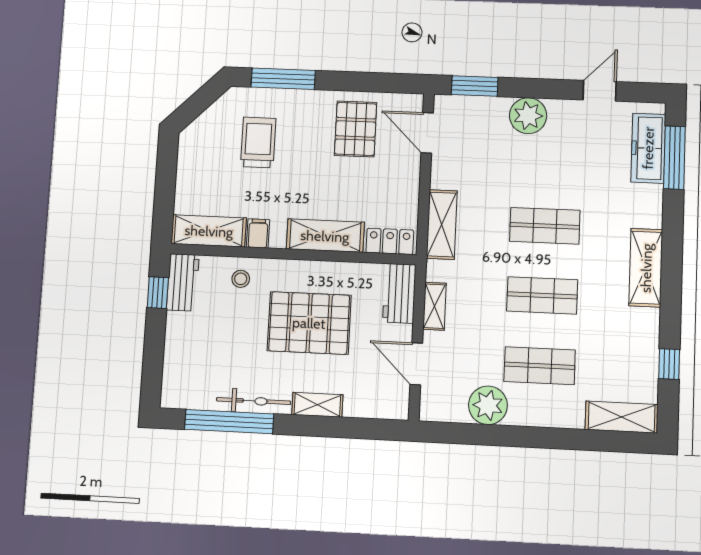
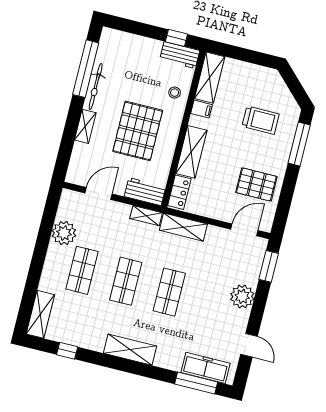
shelving: (435, 306) -> (146, 216), moved

